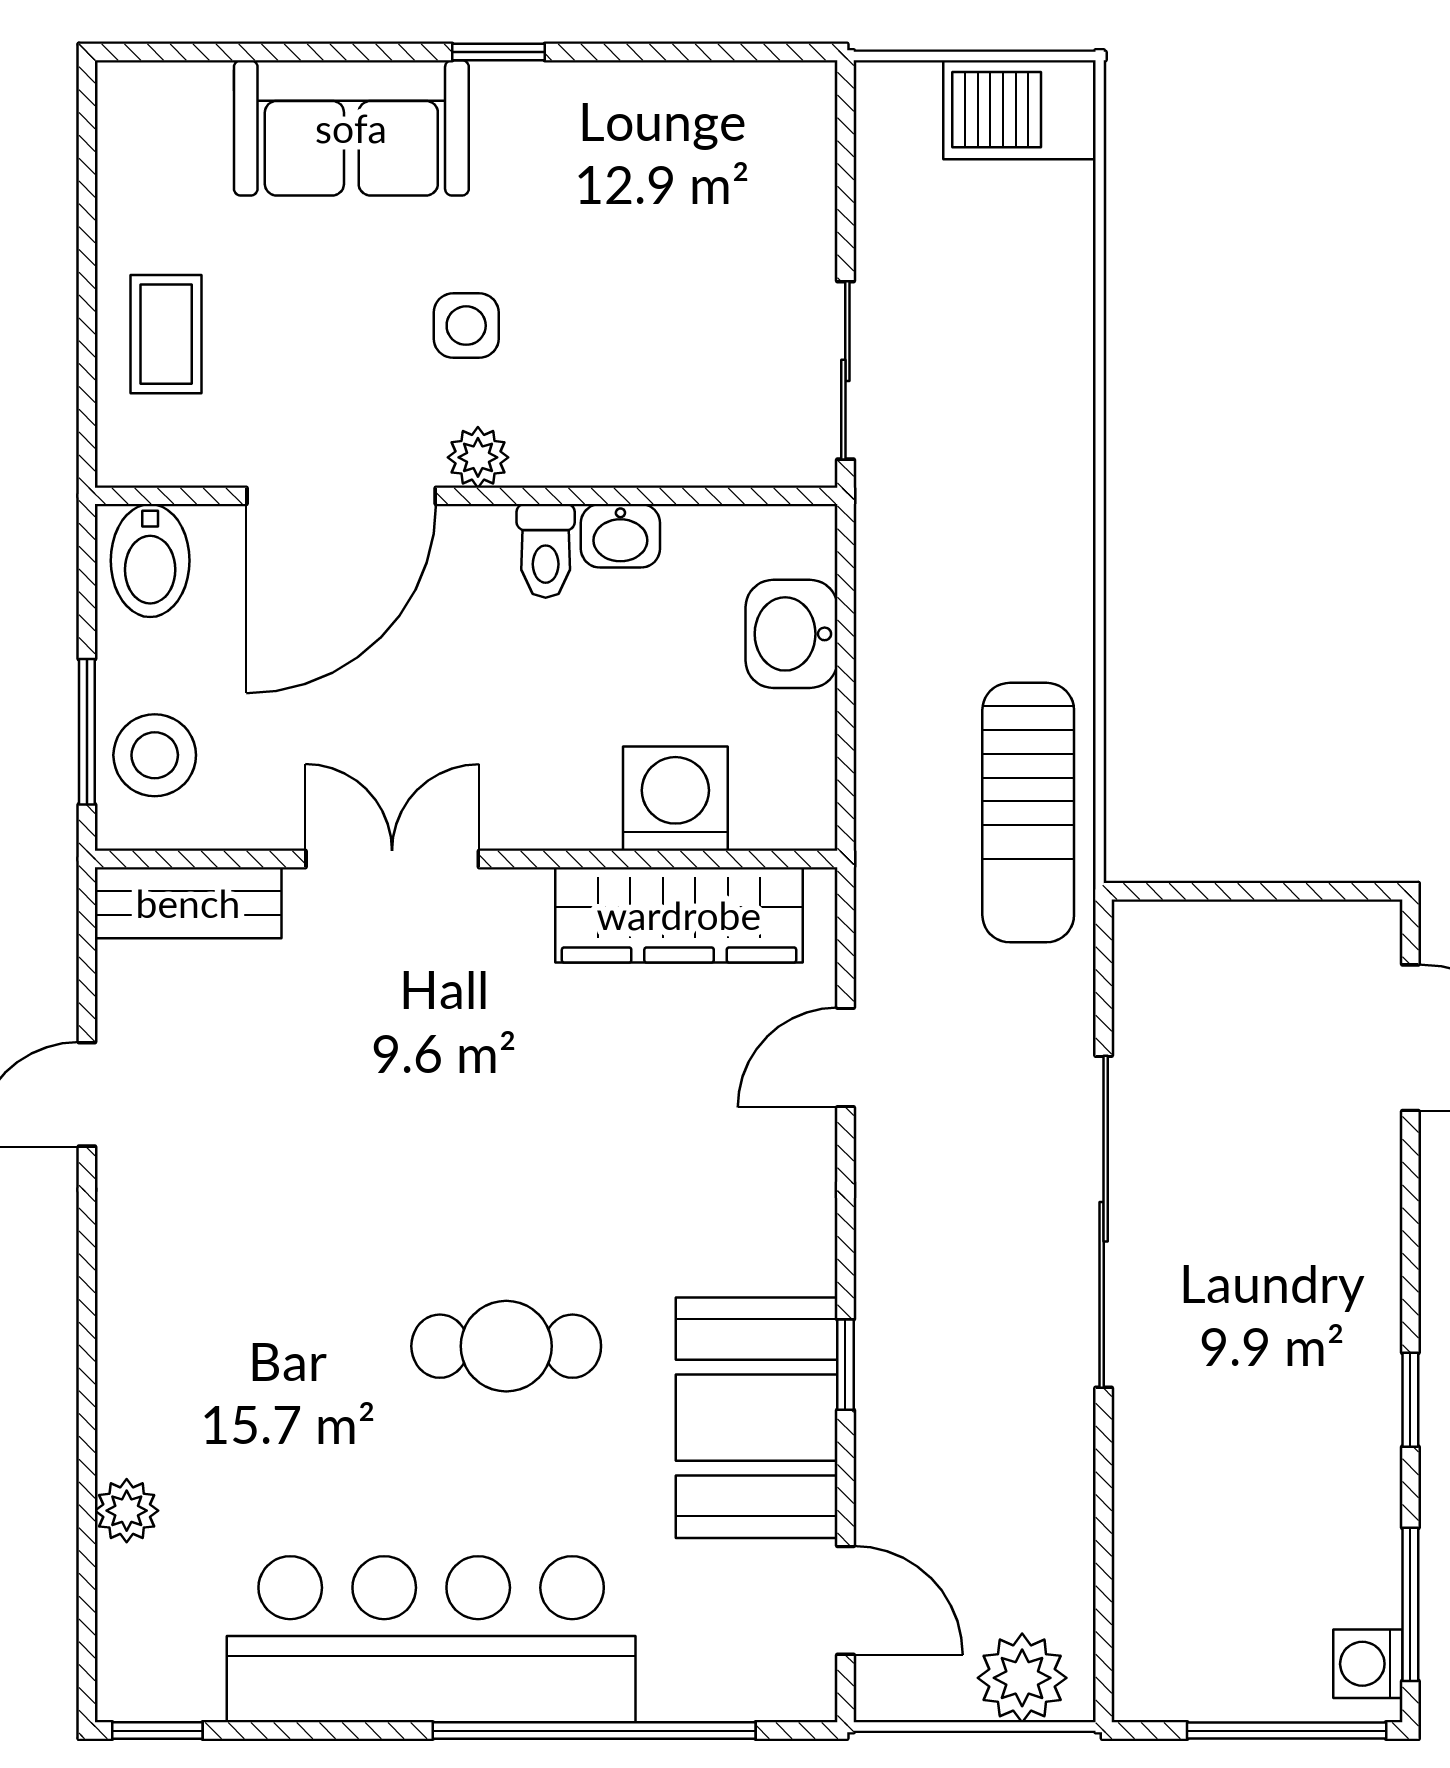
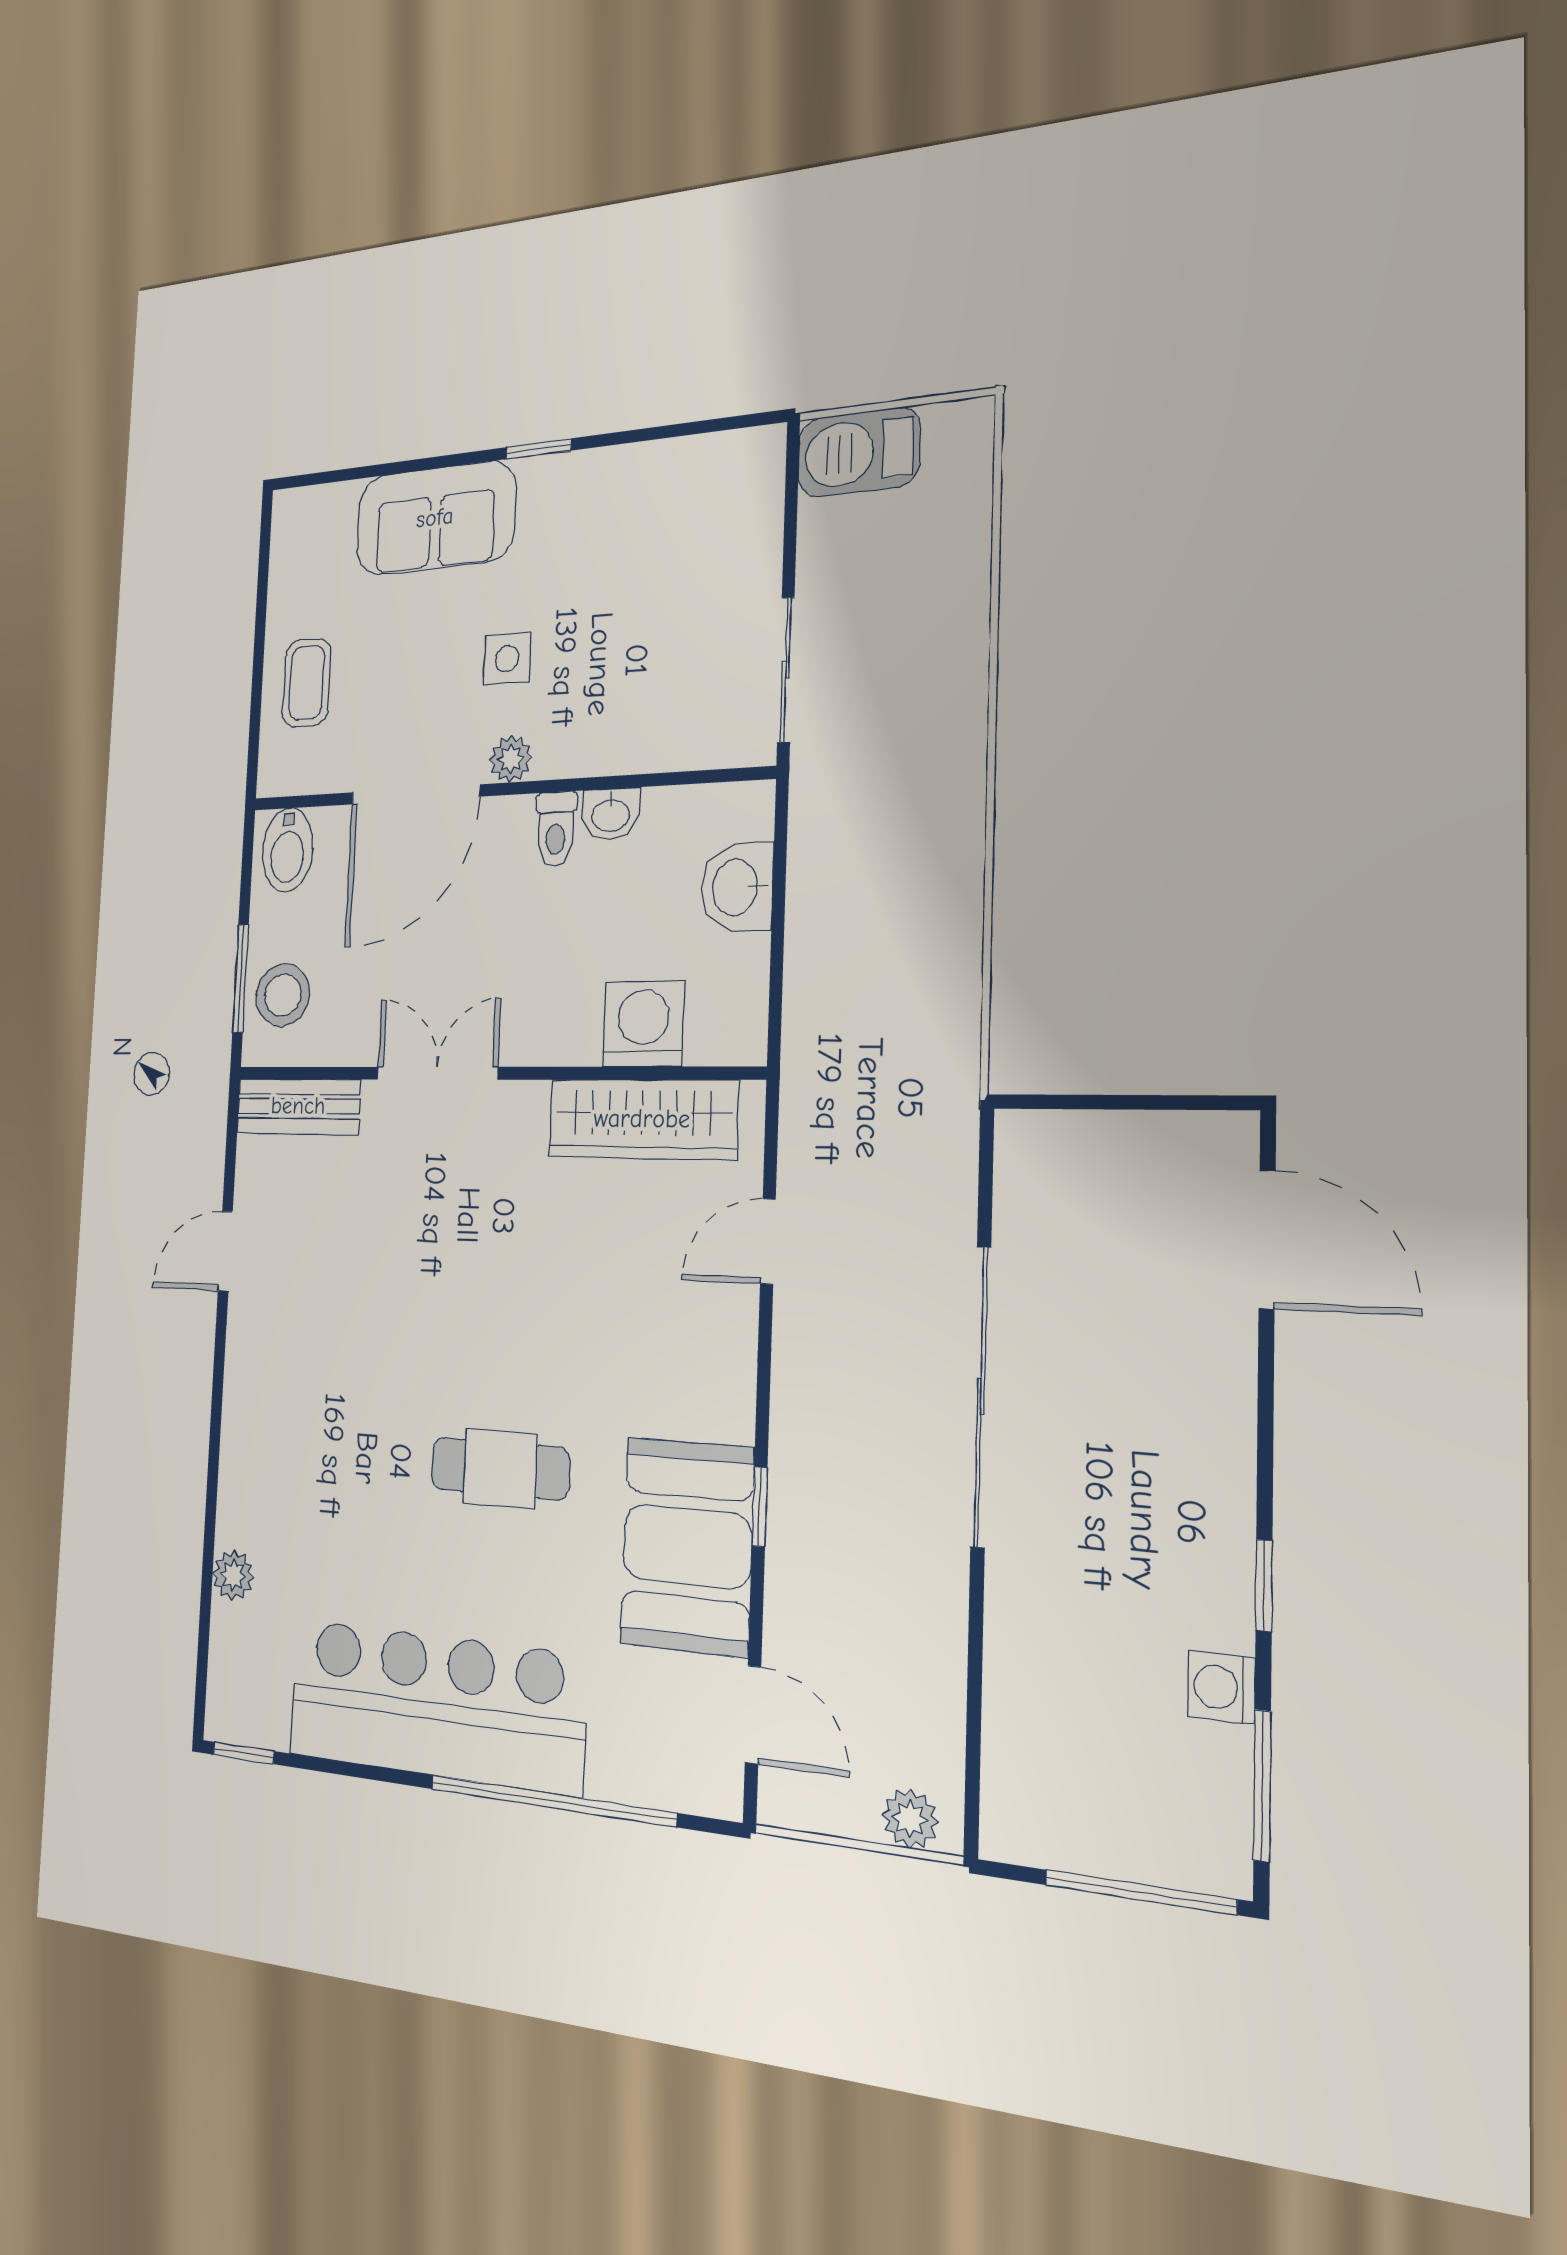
barbecue: (1019, 110) -> (859, 452), moved
sun lounger: (1028, 813) -> (924, 1033), removed
washing machine: (1368, 1664) -> (1221, 1687), moved
plant: (1022, 1678) -> (910, 1819), width x0.73, depth x0.73

